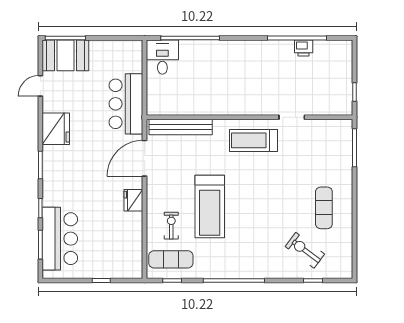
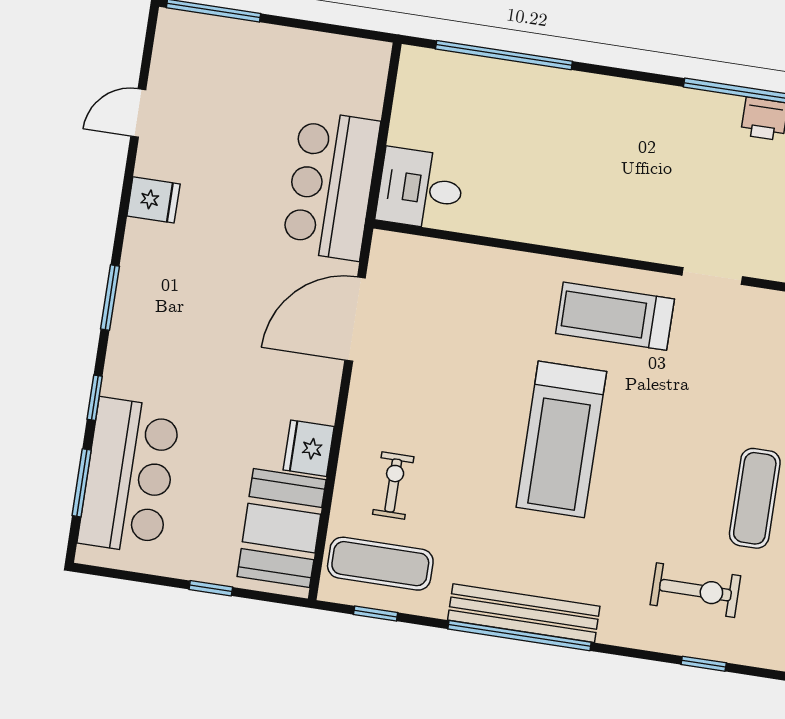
booth: (65, 55) -> (282, 528), moved, turned 90
desk: (162, 57) -> (420, 189), moved, turned -90
bench: (181, 127) -> (524, 613), moved
fridge: (56, 129) -> (153, 200), width x0.53, depth x0.75
fridge: (133, 200) -> (309, 448), moved
treadmill: (210, 207) -> (561, 439), moved
exercise bike: (305, 250) -> (695, 590), turned 143

